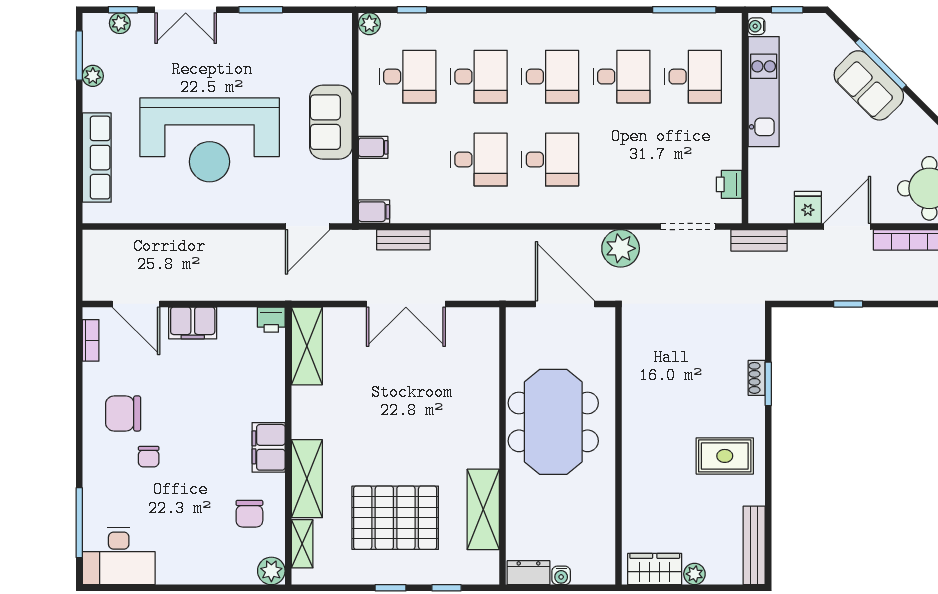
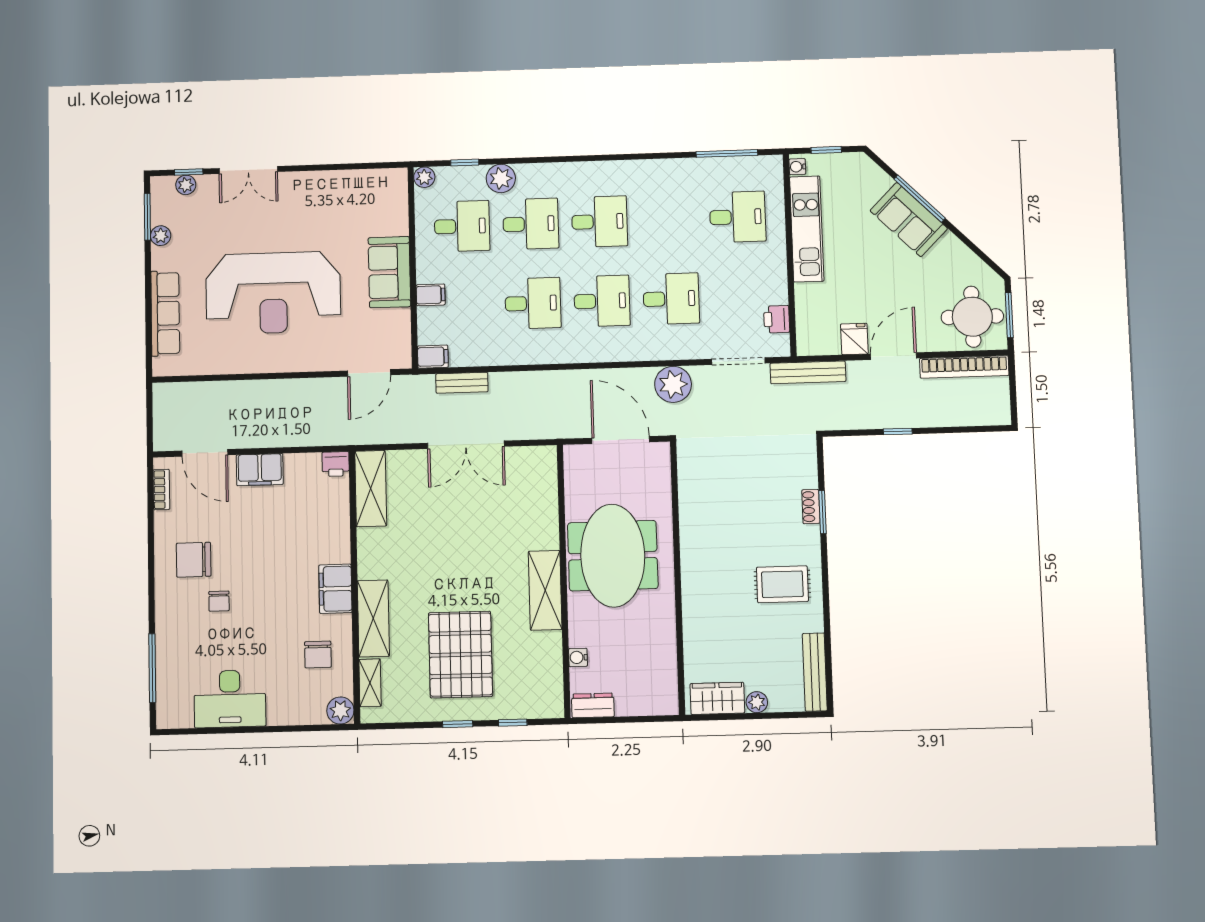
window: (261, 10) -> (320, 167), removed
plant: (449, 28) -> (501, 178), added
desk: (622, 77) -> (671, 299), moved
bench: (759, 240) -> (808, 372), width x1.36
shelving: (483, 509) -> (545, 590), moved
pallet: (395, 518) -> (460, 655), turned 90
desk: (119, 556) -> (230, 699), moved
water cooler: (561, 575) -> (578, 657), moved, turned 90

